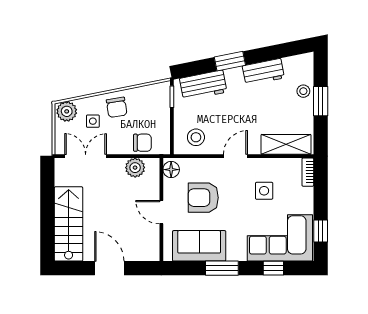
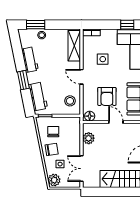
window: (321, 101) -> (36, 25), moved
chair: (142, 143) -> (53, 132), moved
door: (161, 212) -> (116, 122), swing flipped

